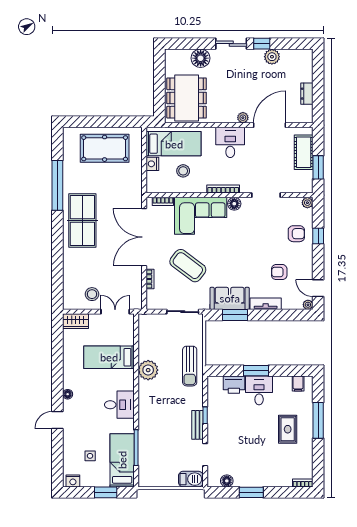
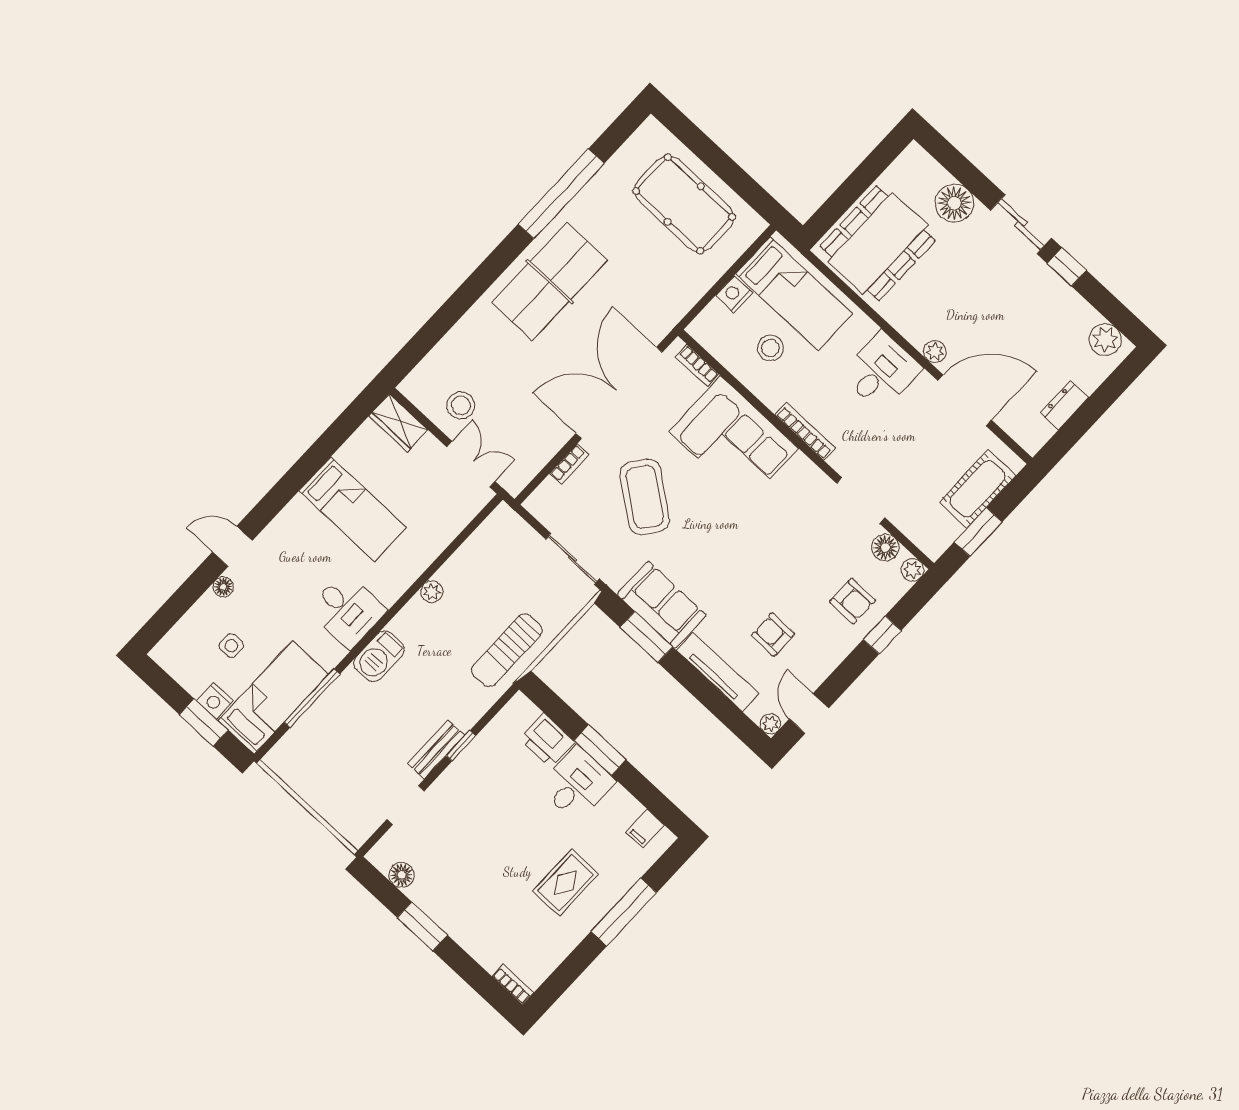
plant: (272, 57) -> (1105, 339), moved
floor lamp: (234, 204) -> (885, 547), moved
tv unit: (266, 304) -> (718, 672), width x1.41
bed: (109, 357) -> (353, 509), moved, turned 180
plant: (148, 370) -> (432, 592), width x0.53, depth x0.53
floor lamp: (68, 394) -> (223, 587), moved
barbecue: (191, 479) -> (379, 656), moved, turned 90
nightstand: (73, 481) -> (215, 701), moved

